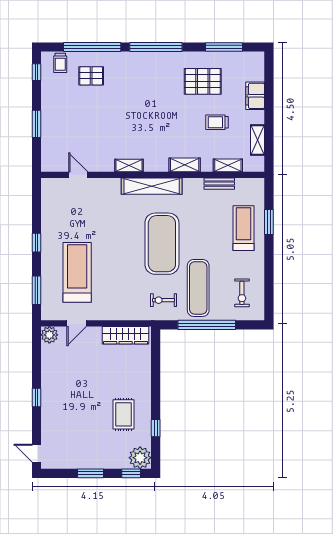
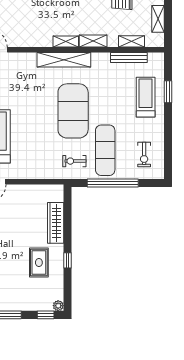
shelving: (129, 166) -> (66, 42), moved
bench: (219, 184) -> (129, 58), width x1.36
wardrobe: (126, 335) -> (56, 223), moved, turned 90
window: (156, 428) -> (67, 260), moved
plant: (140, 458) -> (58, 306), width x0.53, depth x0.53

